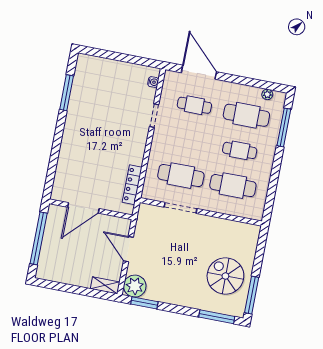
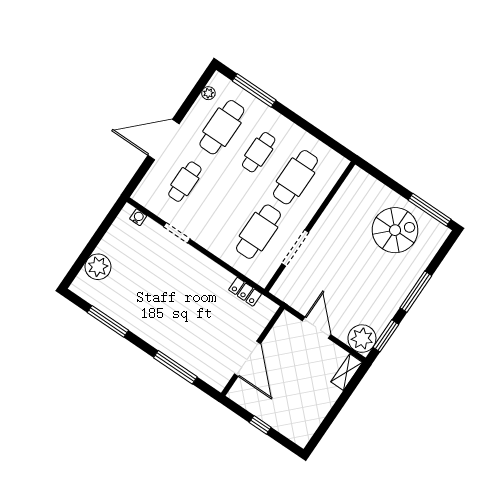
plant: (104, 68) -> (98, 267), added
door: (199, 72) -> (163, 140), moved
window: (54, 157) -> (175, 367), added
locker: (132, 185) -> (245, 292), width x0.66
window: (39, 238) -> (260, 425), width x0.32
door: (128, 249) -> (317, 328), swing flipped
spiral stairs: (225, 276) -> (395, 230), turned 180
window: (217, 317) -> (416, 292), moved

